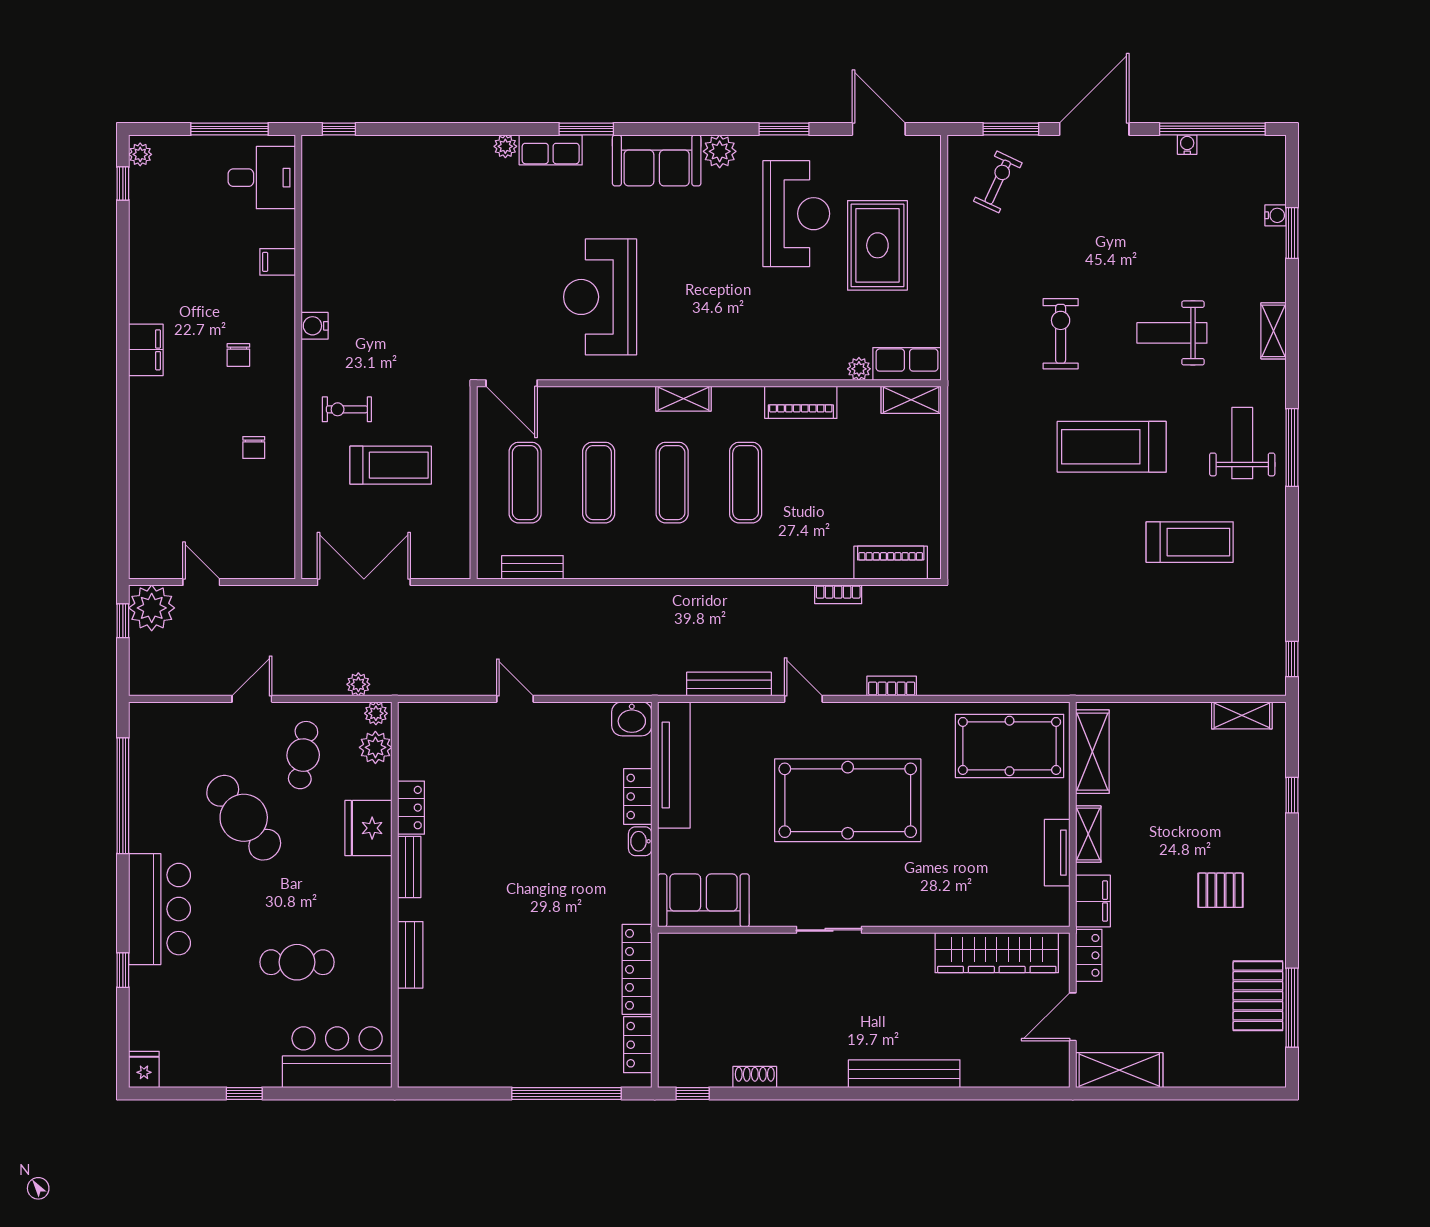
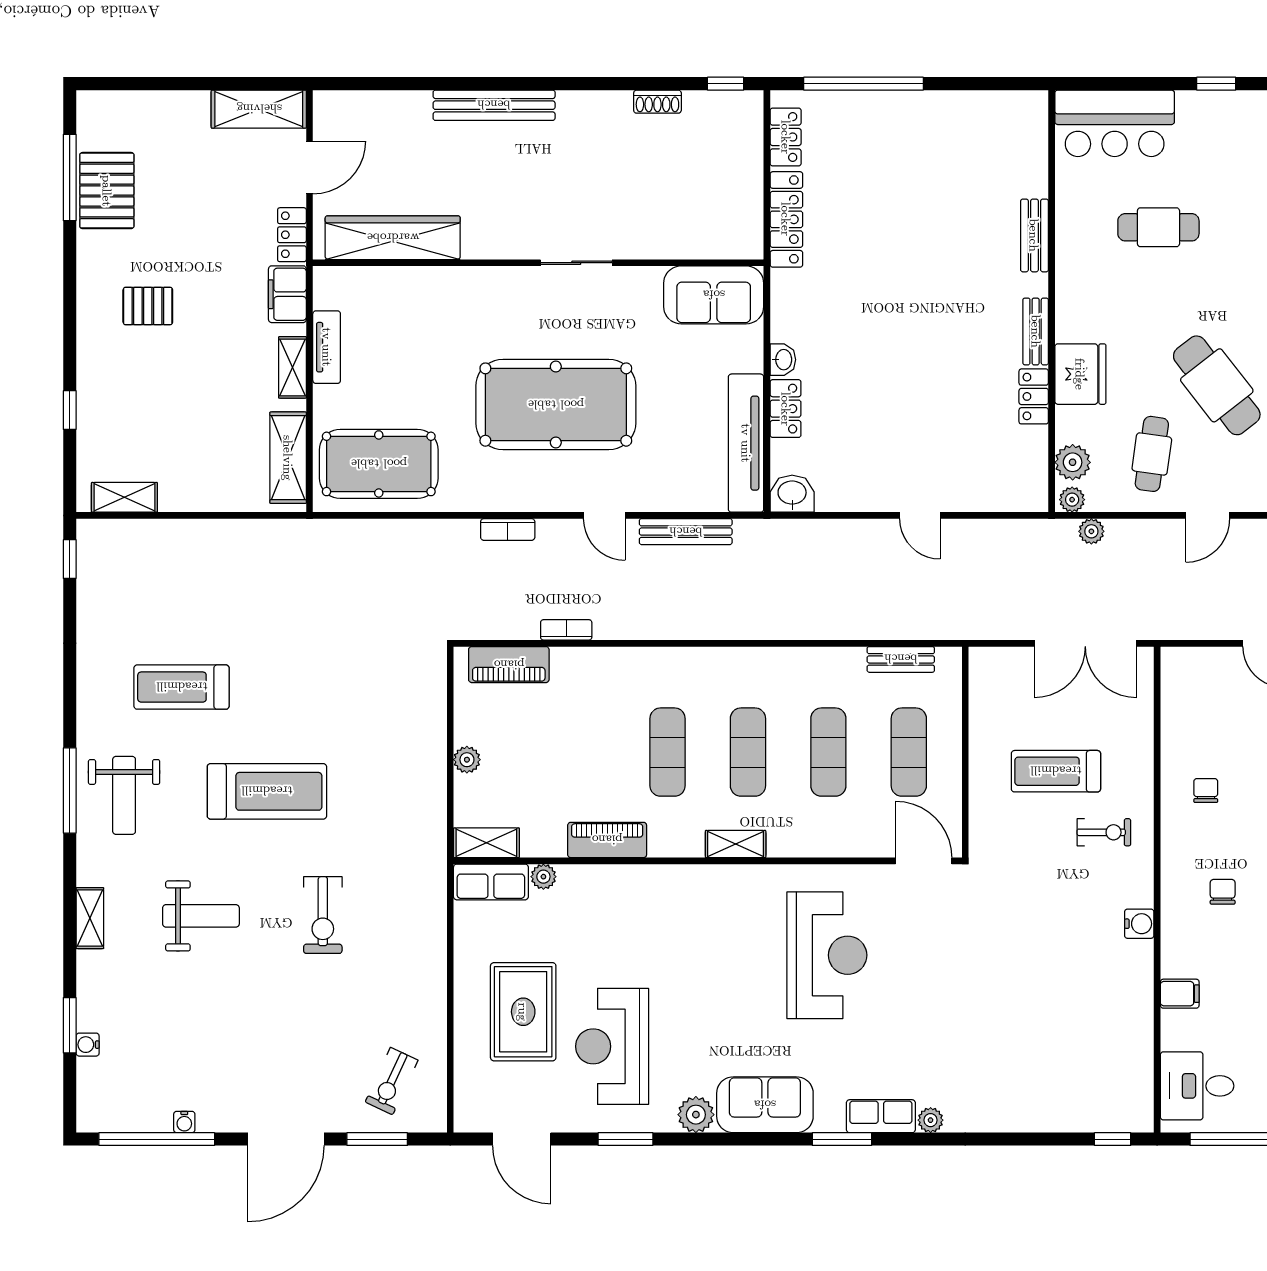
plant: (929, 476) -> (467, 760), added

